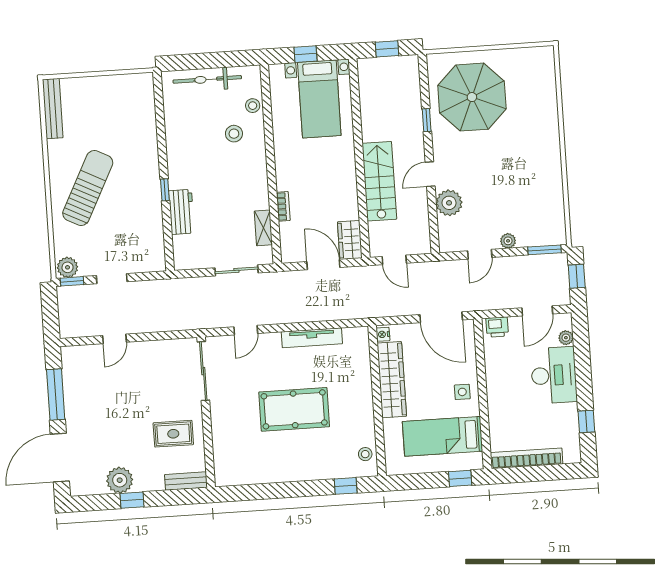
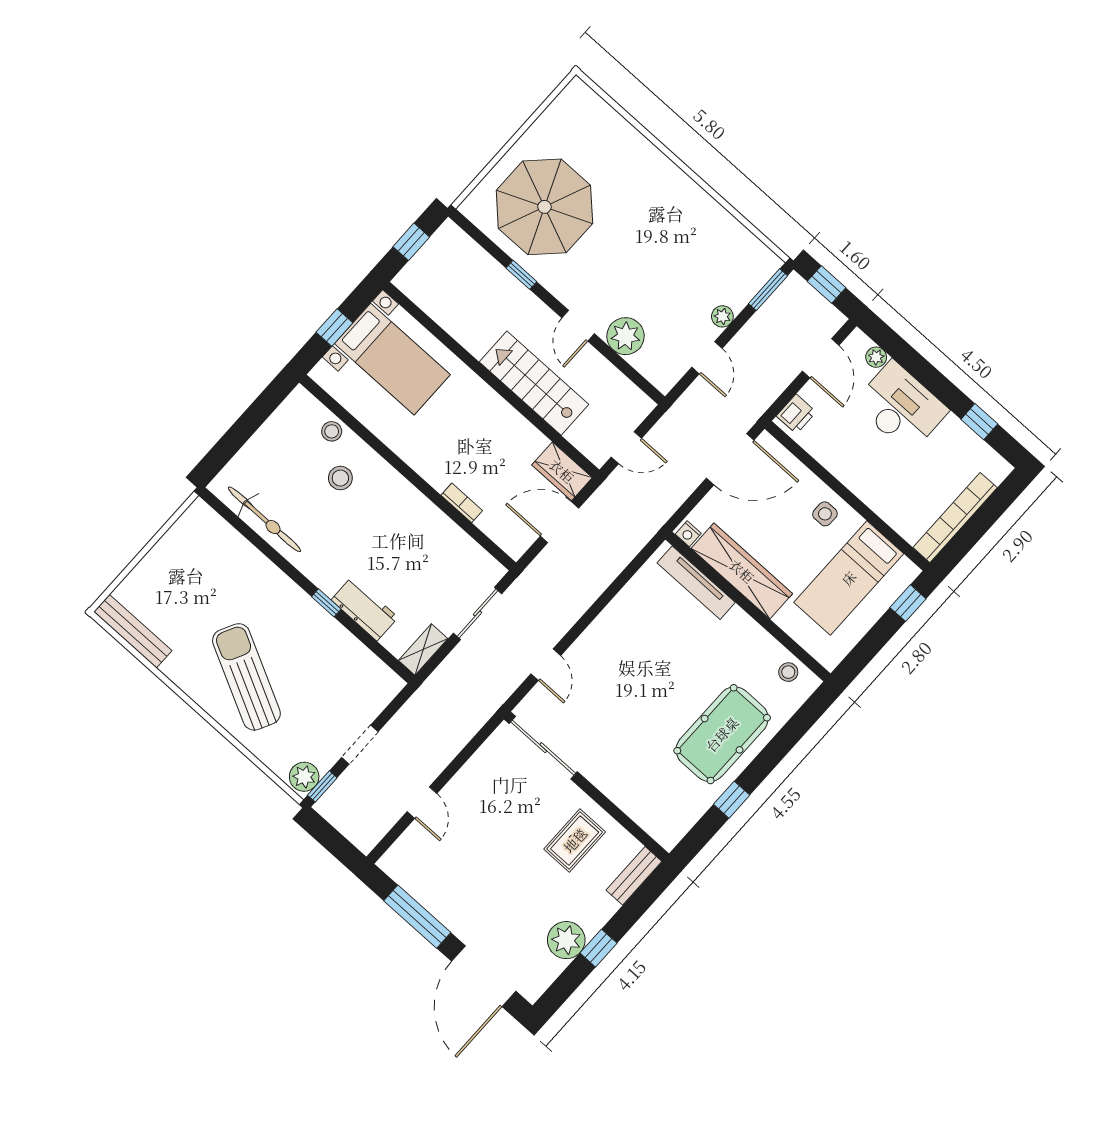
bicycle: (207, 79) -> (264, 519), moved, turned -90
shelving: (263, 228) -> (423, 650), moved, turned 90
tv unit: (312, 338) -> (696, 583), moved, turned 90
pool table: (294, 409) -> (722, 734), moved
window: (346, 486) -> (732, 800), moved

